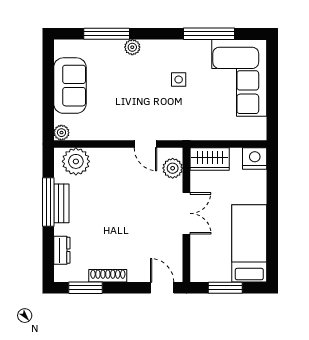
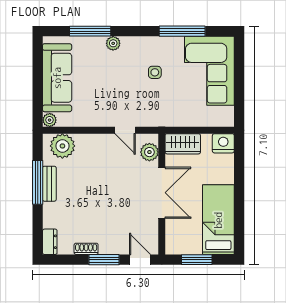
sofa: (70, 86) -> (57, 78), width x1.36
double door: (186, 213) -> (162, 193), width x1.37
dresser: (62, 250) -> (50, 242), moved
shoe rack: (108, 276) -> (86, 249), width x0.70
window: (86, 288) -> (104, 260), moved

